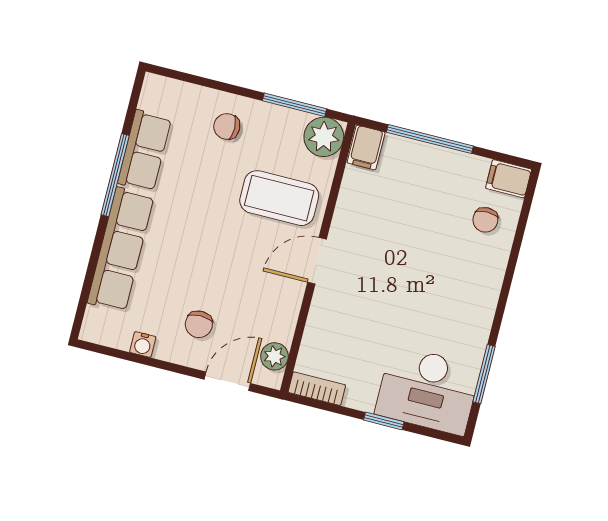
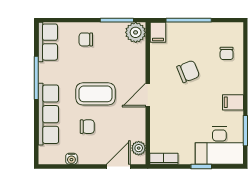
row of seats: (144, 151) -> (48, 42), moved
filing cabinet: (509, 179) -> (233, 102), moved
coffee table: (279, 198) -> (96, 94), moved
chair: (404, 236) -> (188, 71), added
chair: (199, 324) -> (87, 127), moved, turned -90

